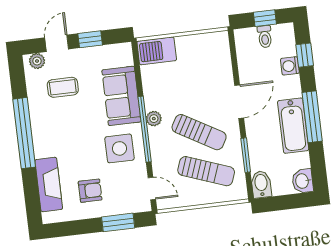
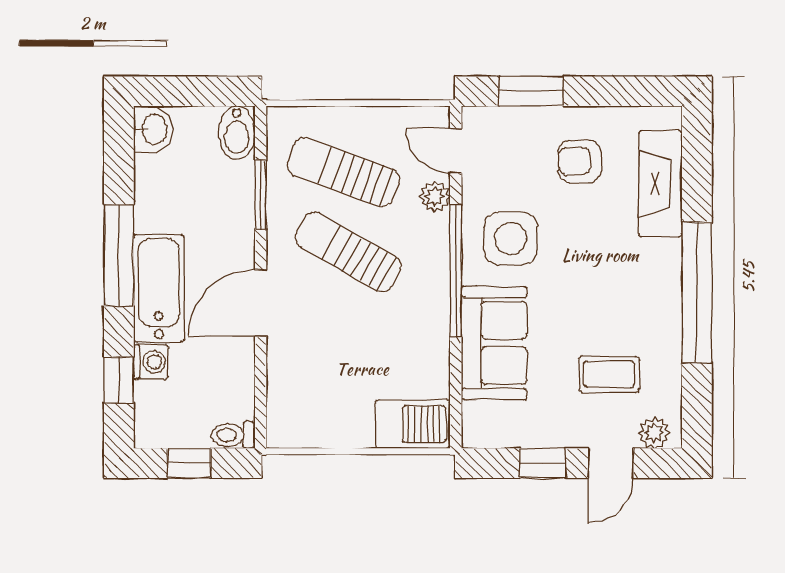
toilet: (265, 37) -> (233, 435), moved, turned -90
plant: (154, 119) -> (435, 197), moved
bathtub: (293, 126) -> (159, 288), moved

